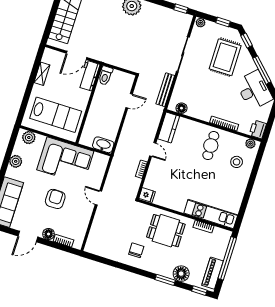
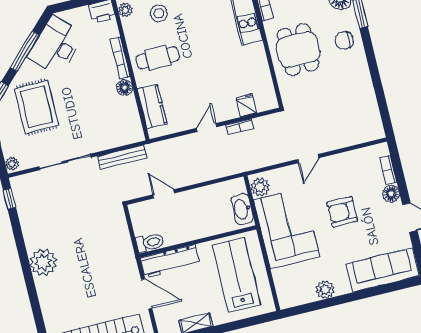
rug: (225, 57) -> (36, 107), turned 90
workbench: (89, 76) -> (170, 261), width x1.38
floor lamp: (181, 108) -> (125, 88), moved
kitchen counter: (169, 127) -> (152, 106), moved, turned 90
plant: (29, 138) -> (260, 187), moved
washbasin: (103, 145) -> (242, 209), moved
fridge: (147, 195) -> (246, 105), moved
chair: (136, 250) -> (344, 40), moved

